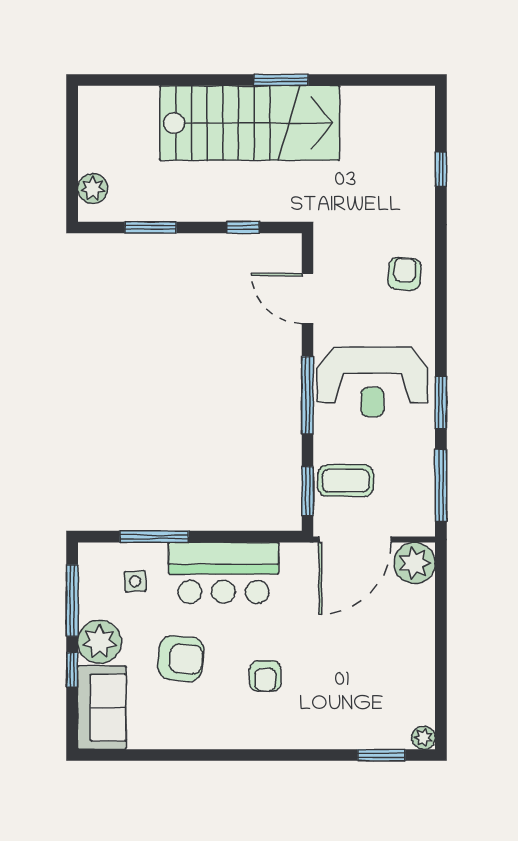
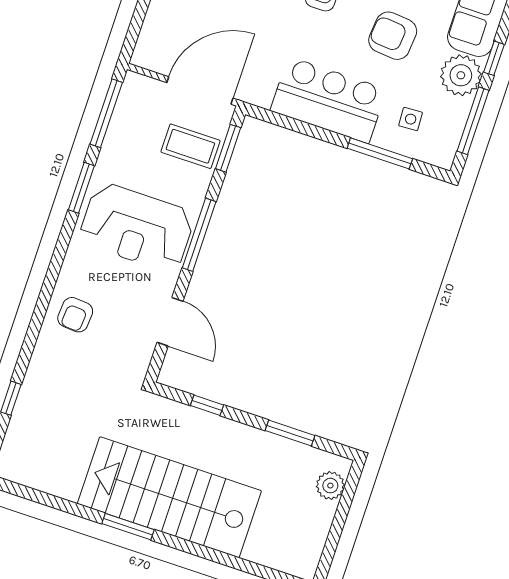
reception desk: (372, 382) -> (137, 227), turned 180
plant: (415, 563) -> (153, 51), removed

